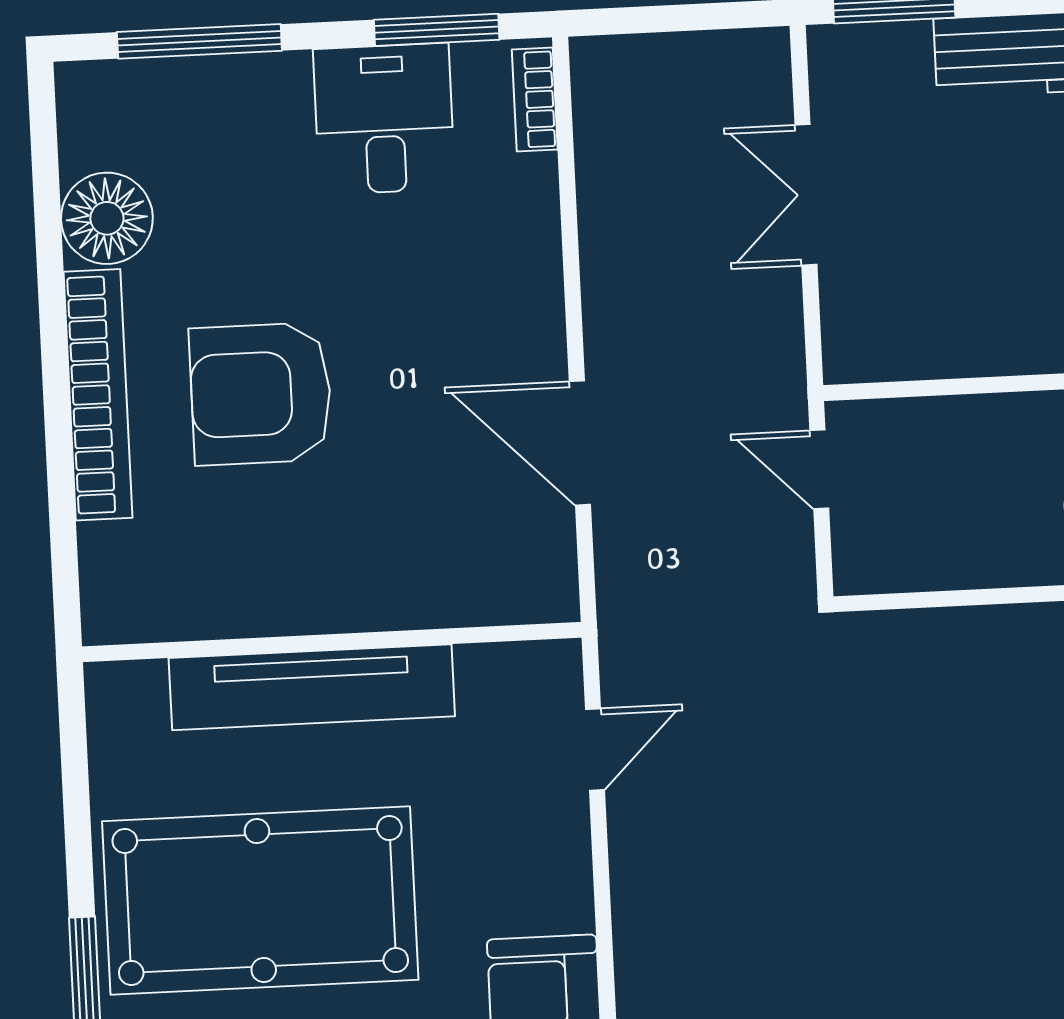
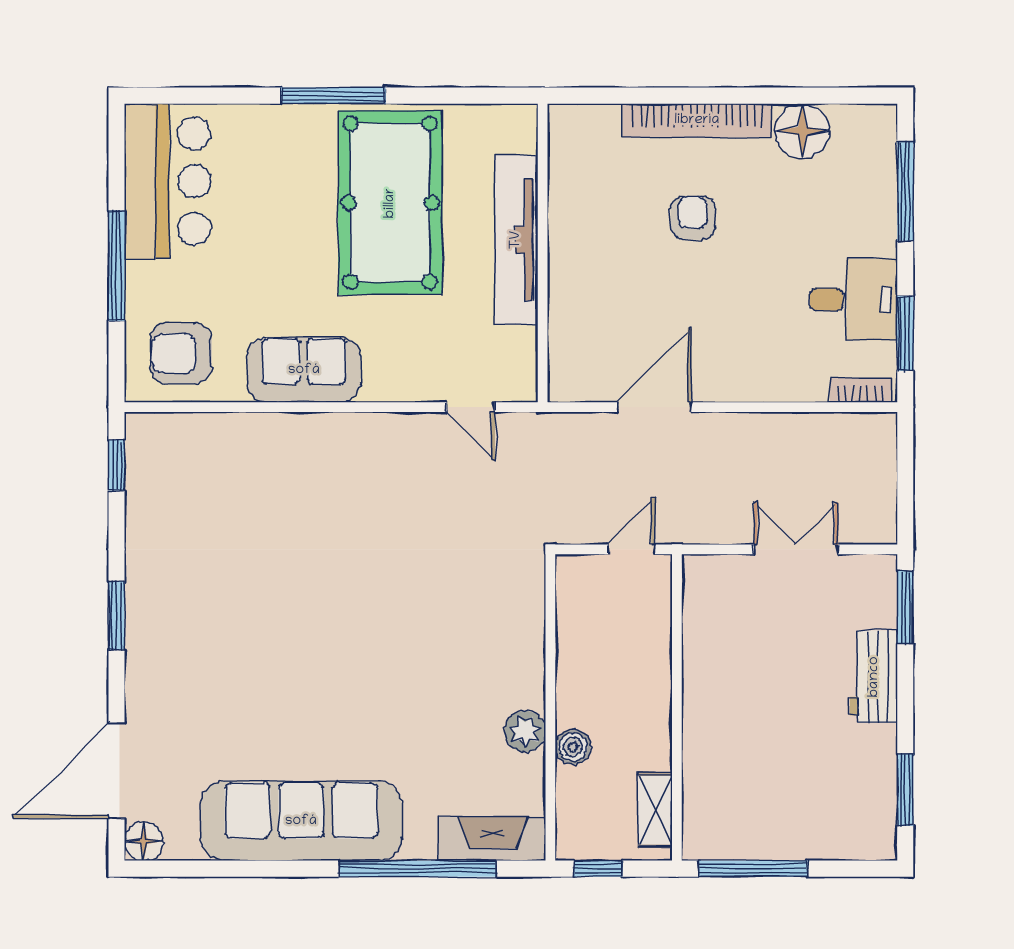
armchair: (261, 394) -> (693, 218), width x0.53, depth x0.53

